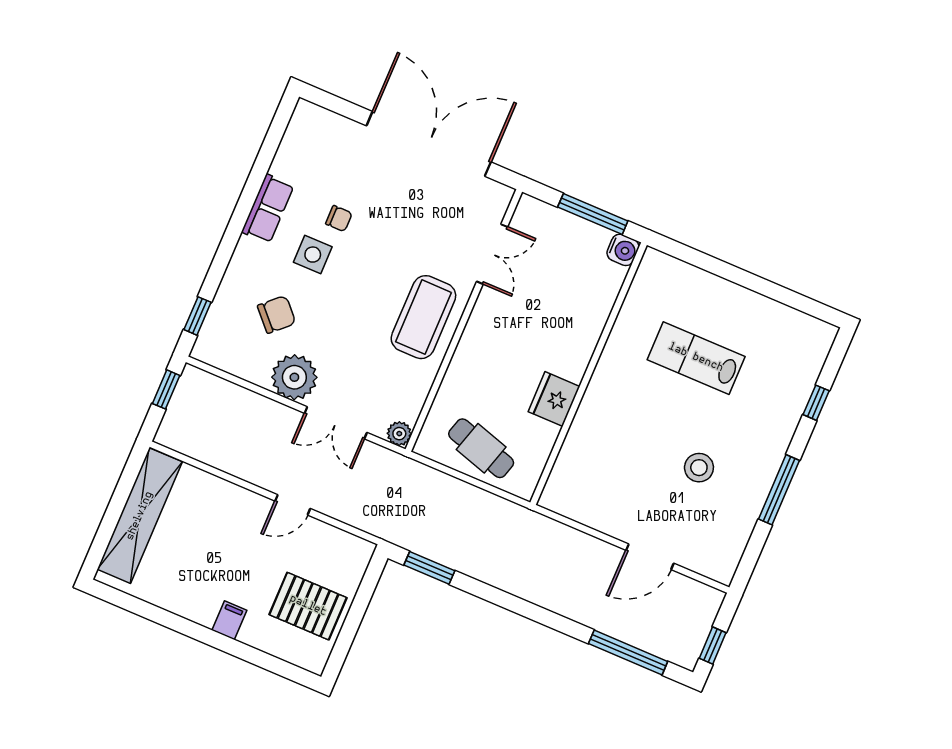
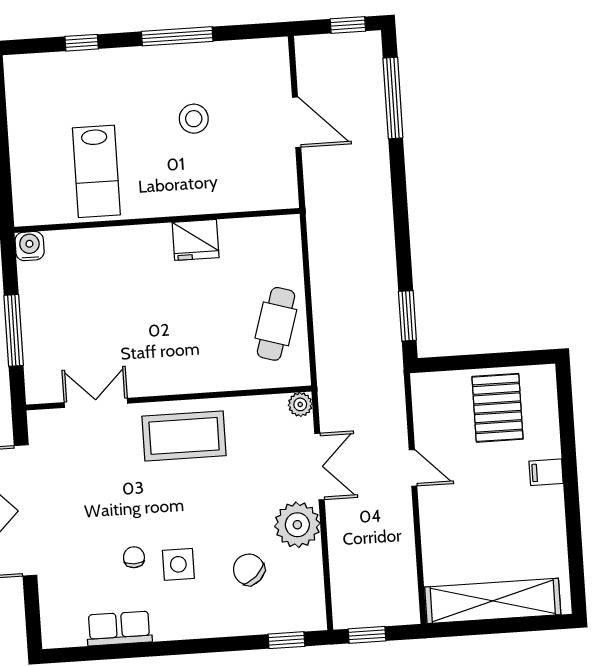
row of seats: (268, 209) -> (119, 628), moved
water cooler: (623, 250) -> (30, 246), moved
wall: (589, 374) -> (157, 220), moved
fridge: (554, 399) -> (196, 240), moved

